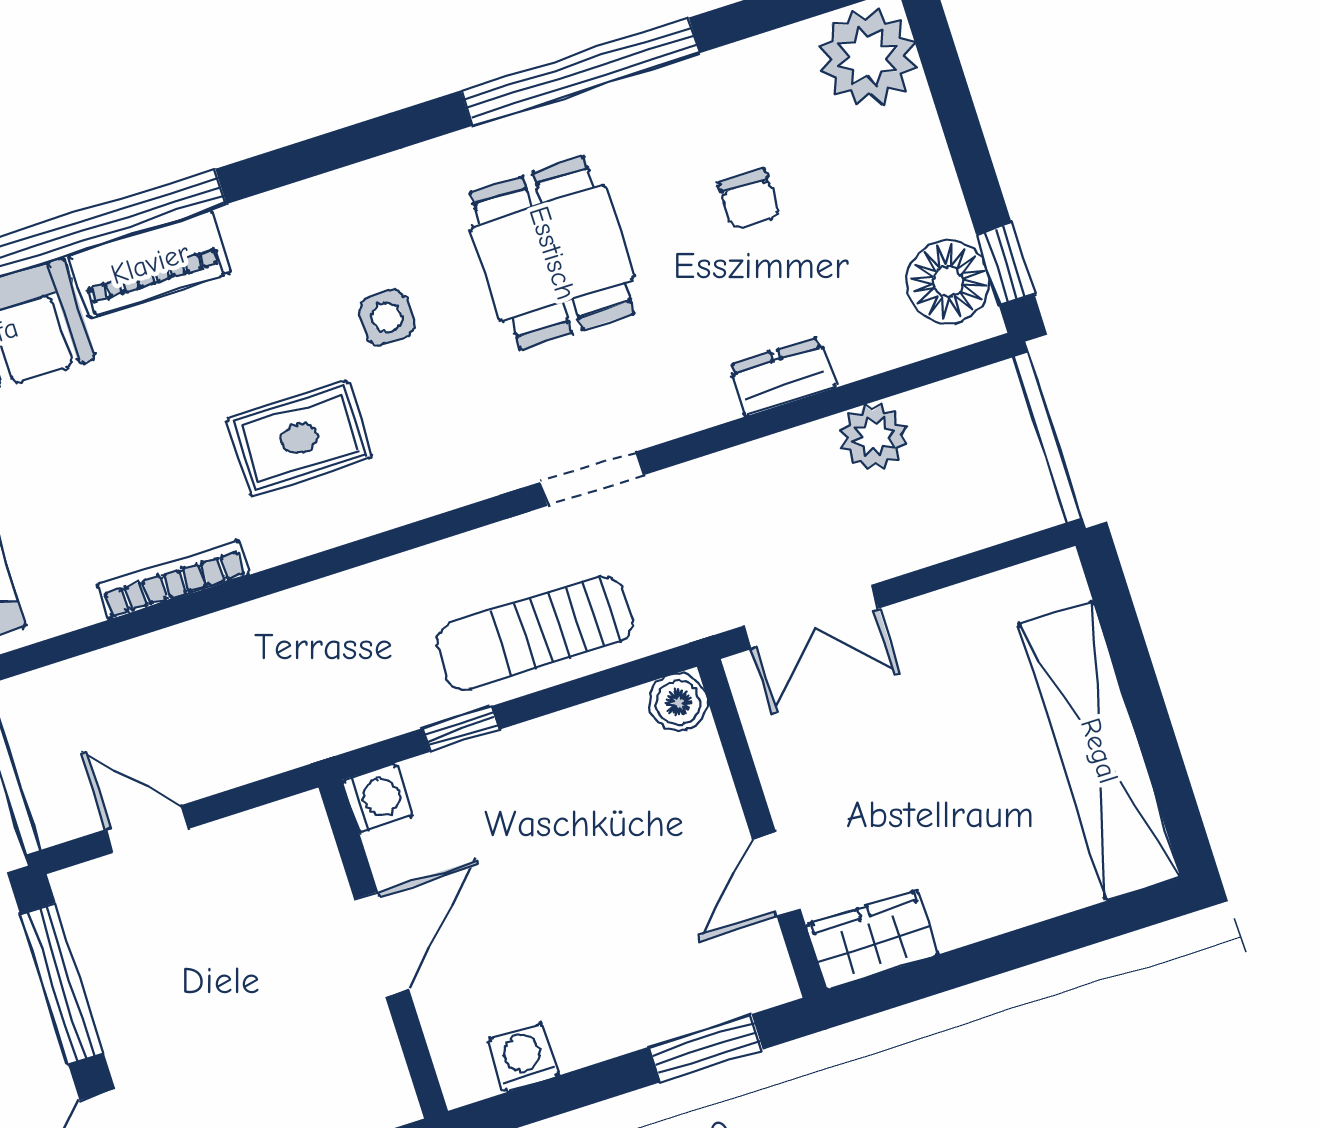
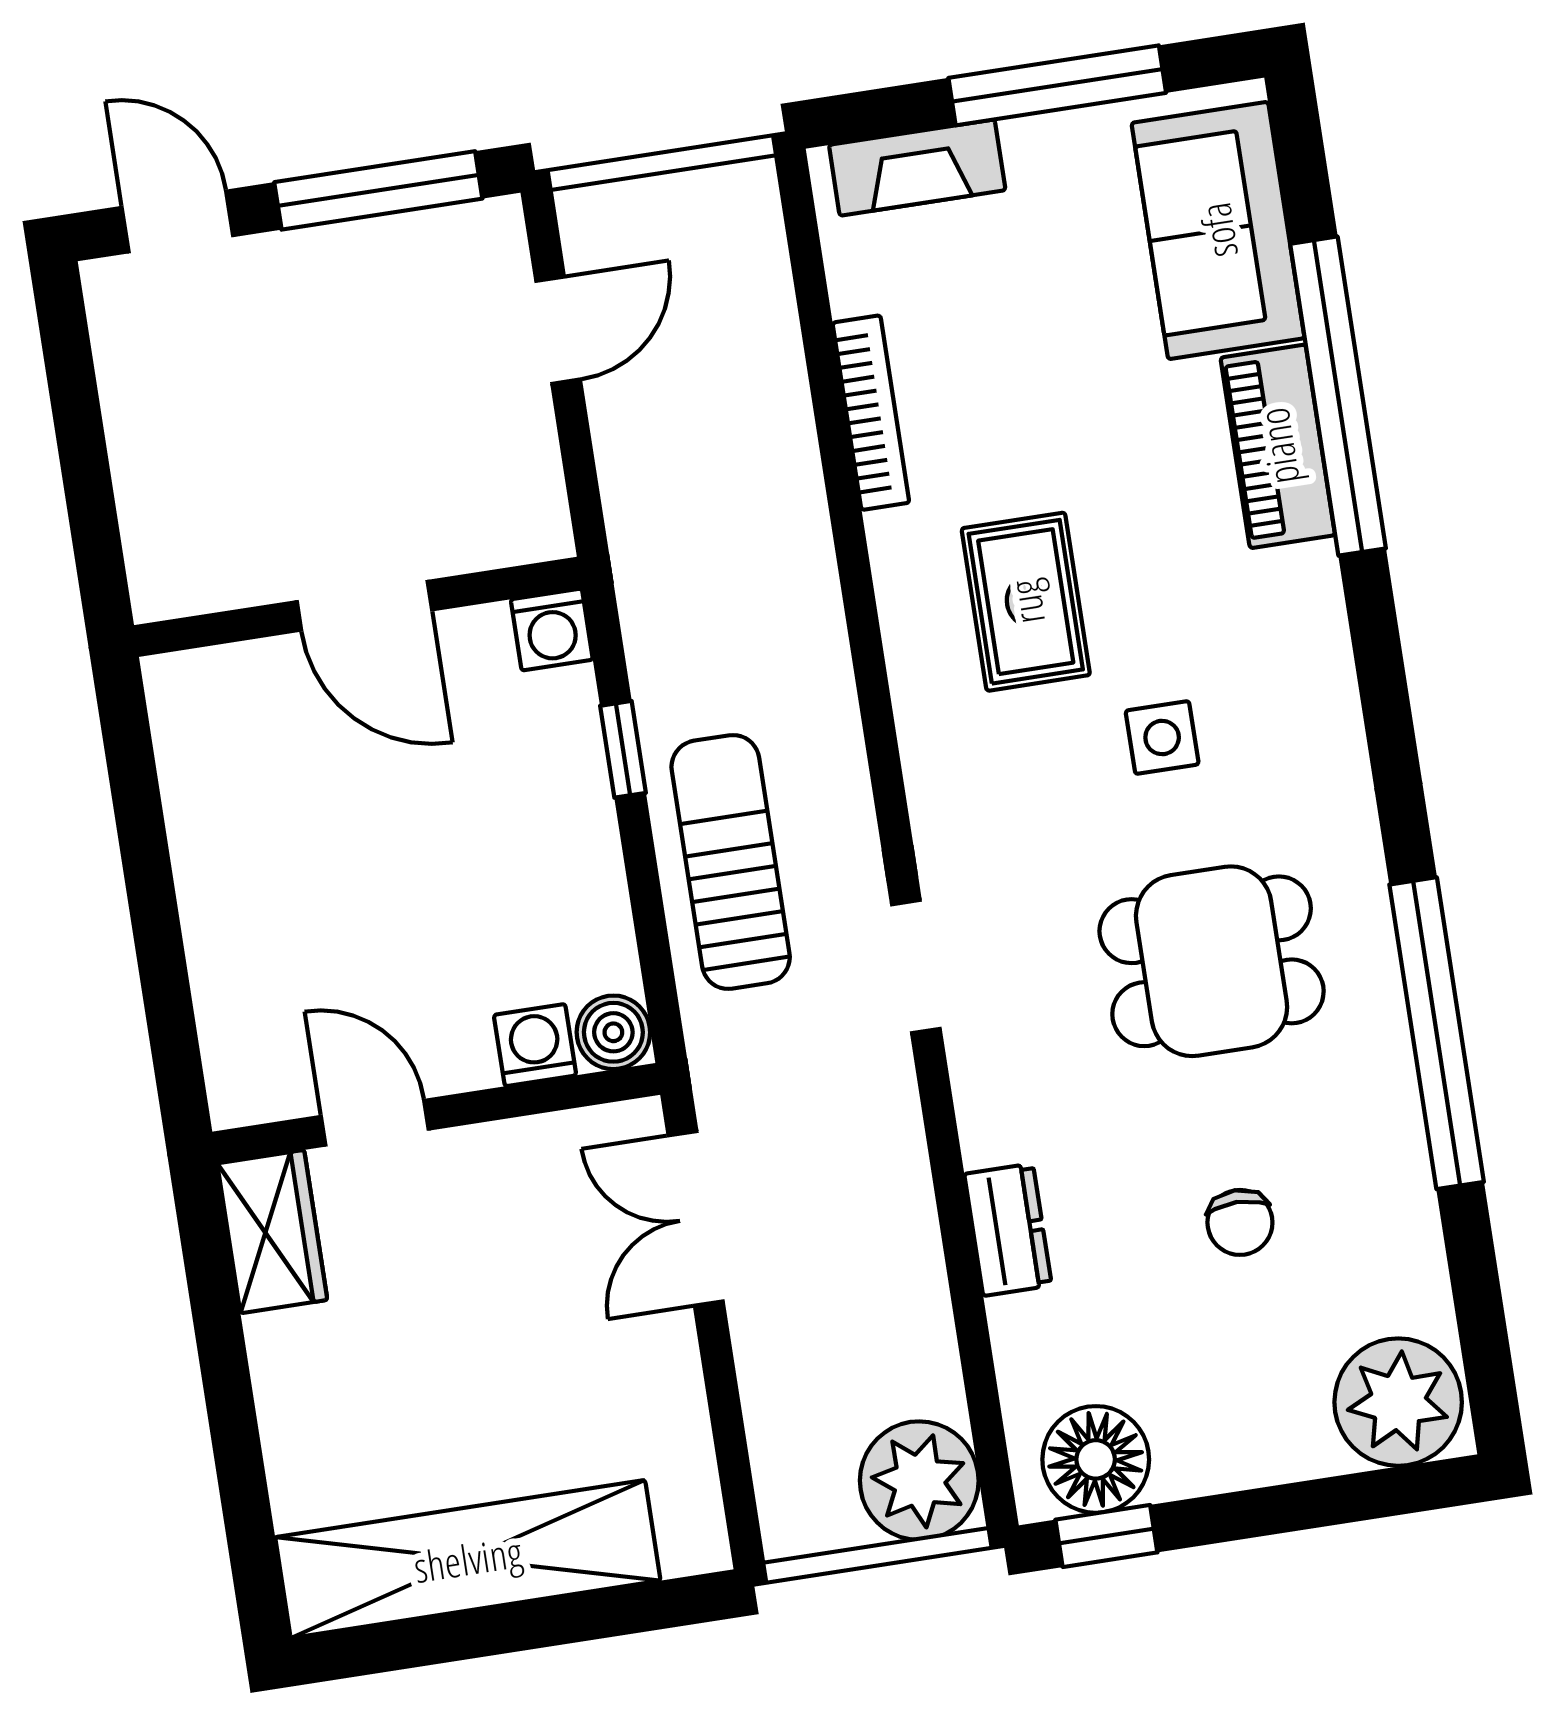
chair: (749, 200) -> (1240, 1222), turned -90
plant: (874, 437) -> (919, 1481), moved, width x1.36, depth x1.36
window: (706, 1048) -> (167, 998), removed
washing machine: (523, 1057) -> (535, 1045), moved, turned -90

